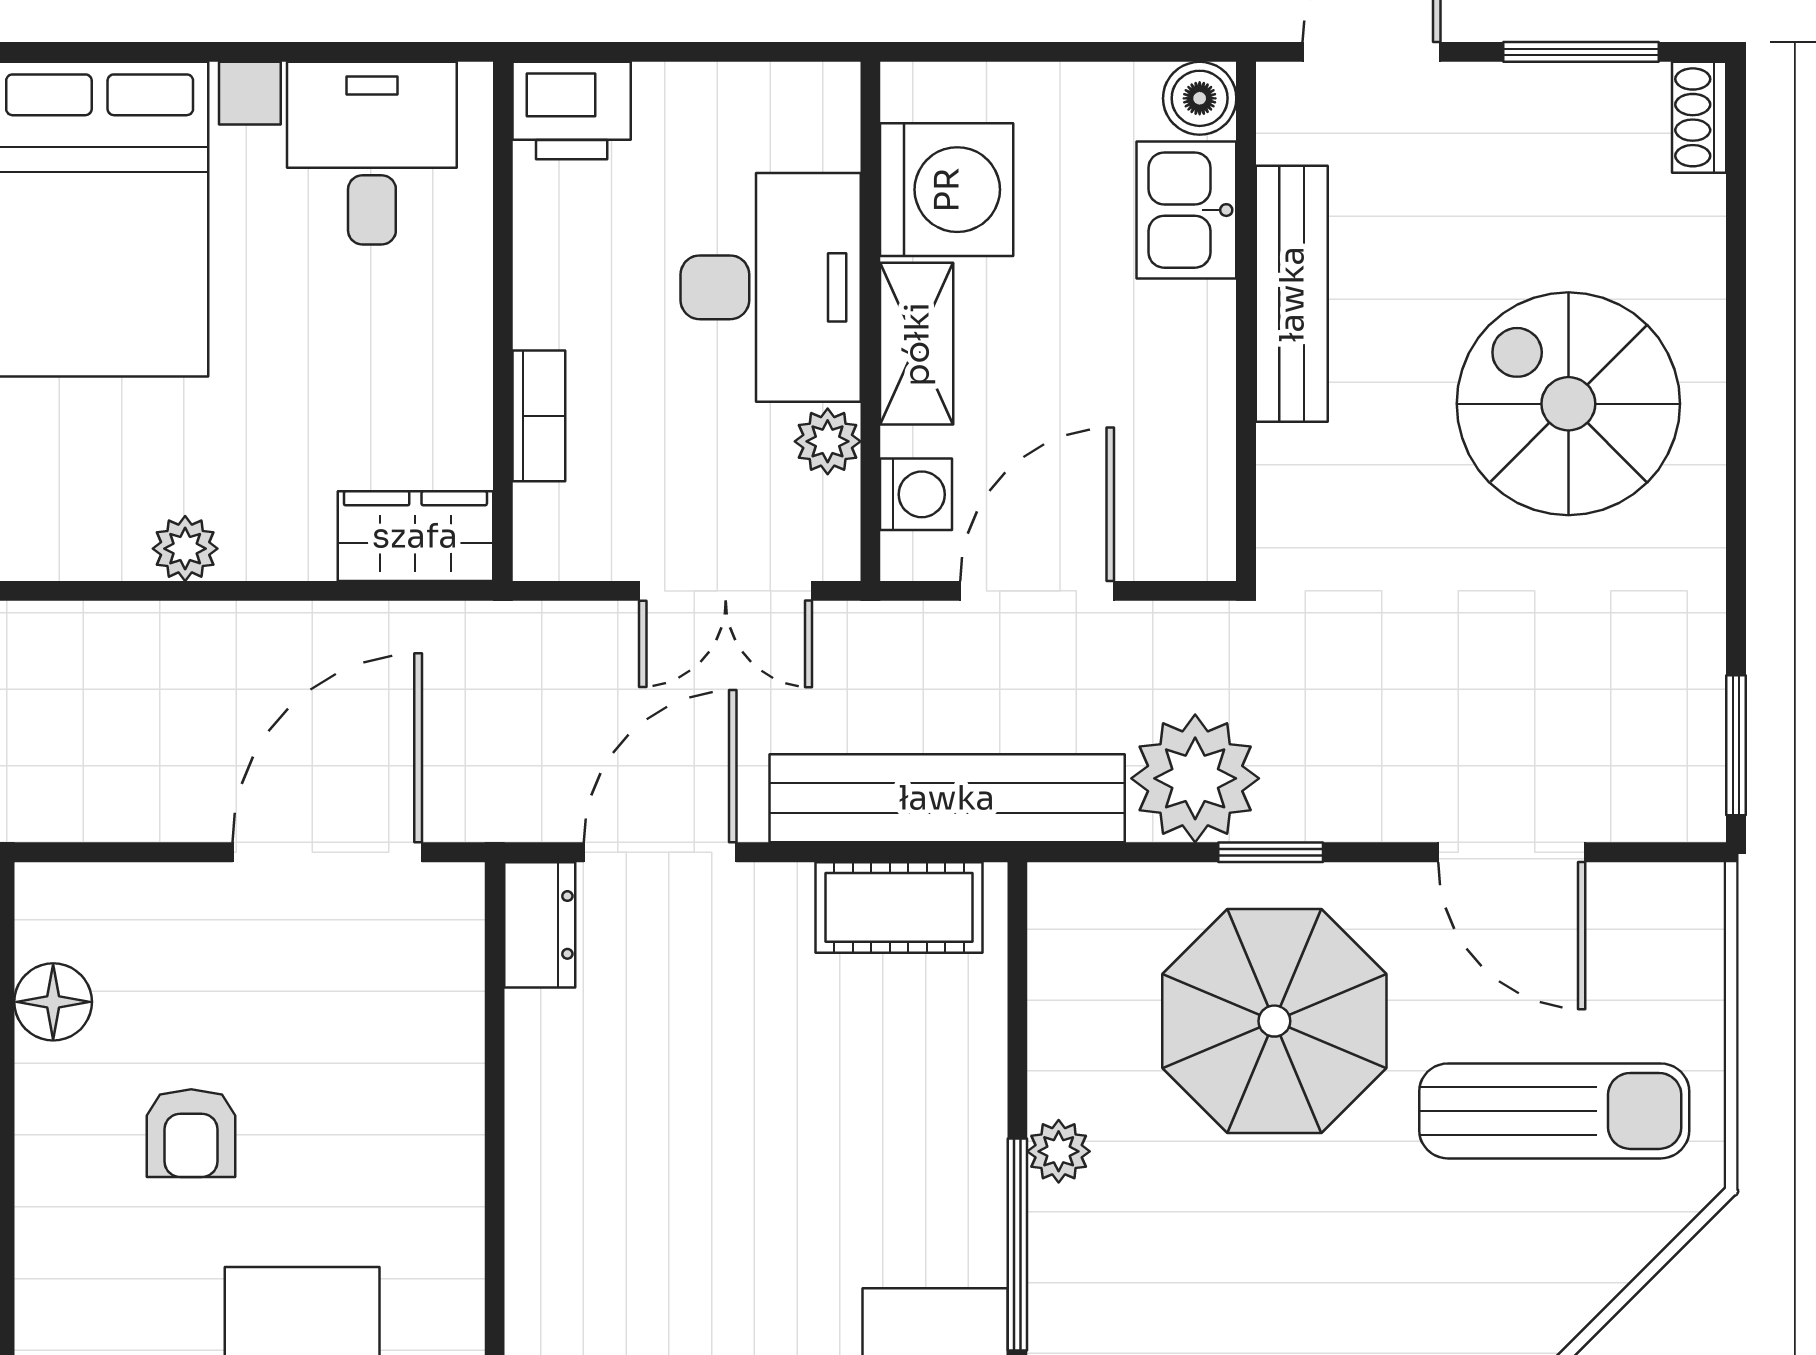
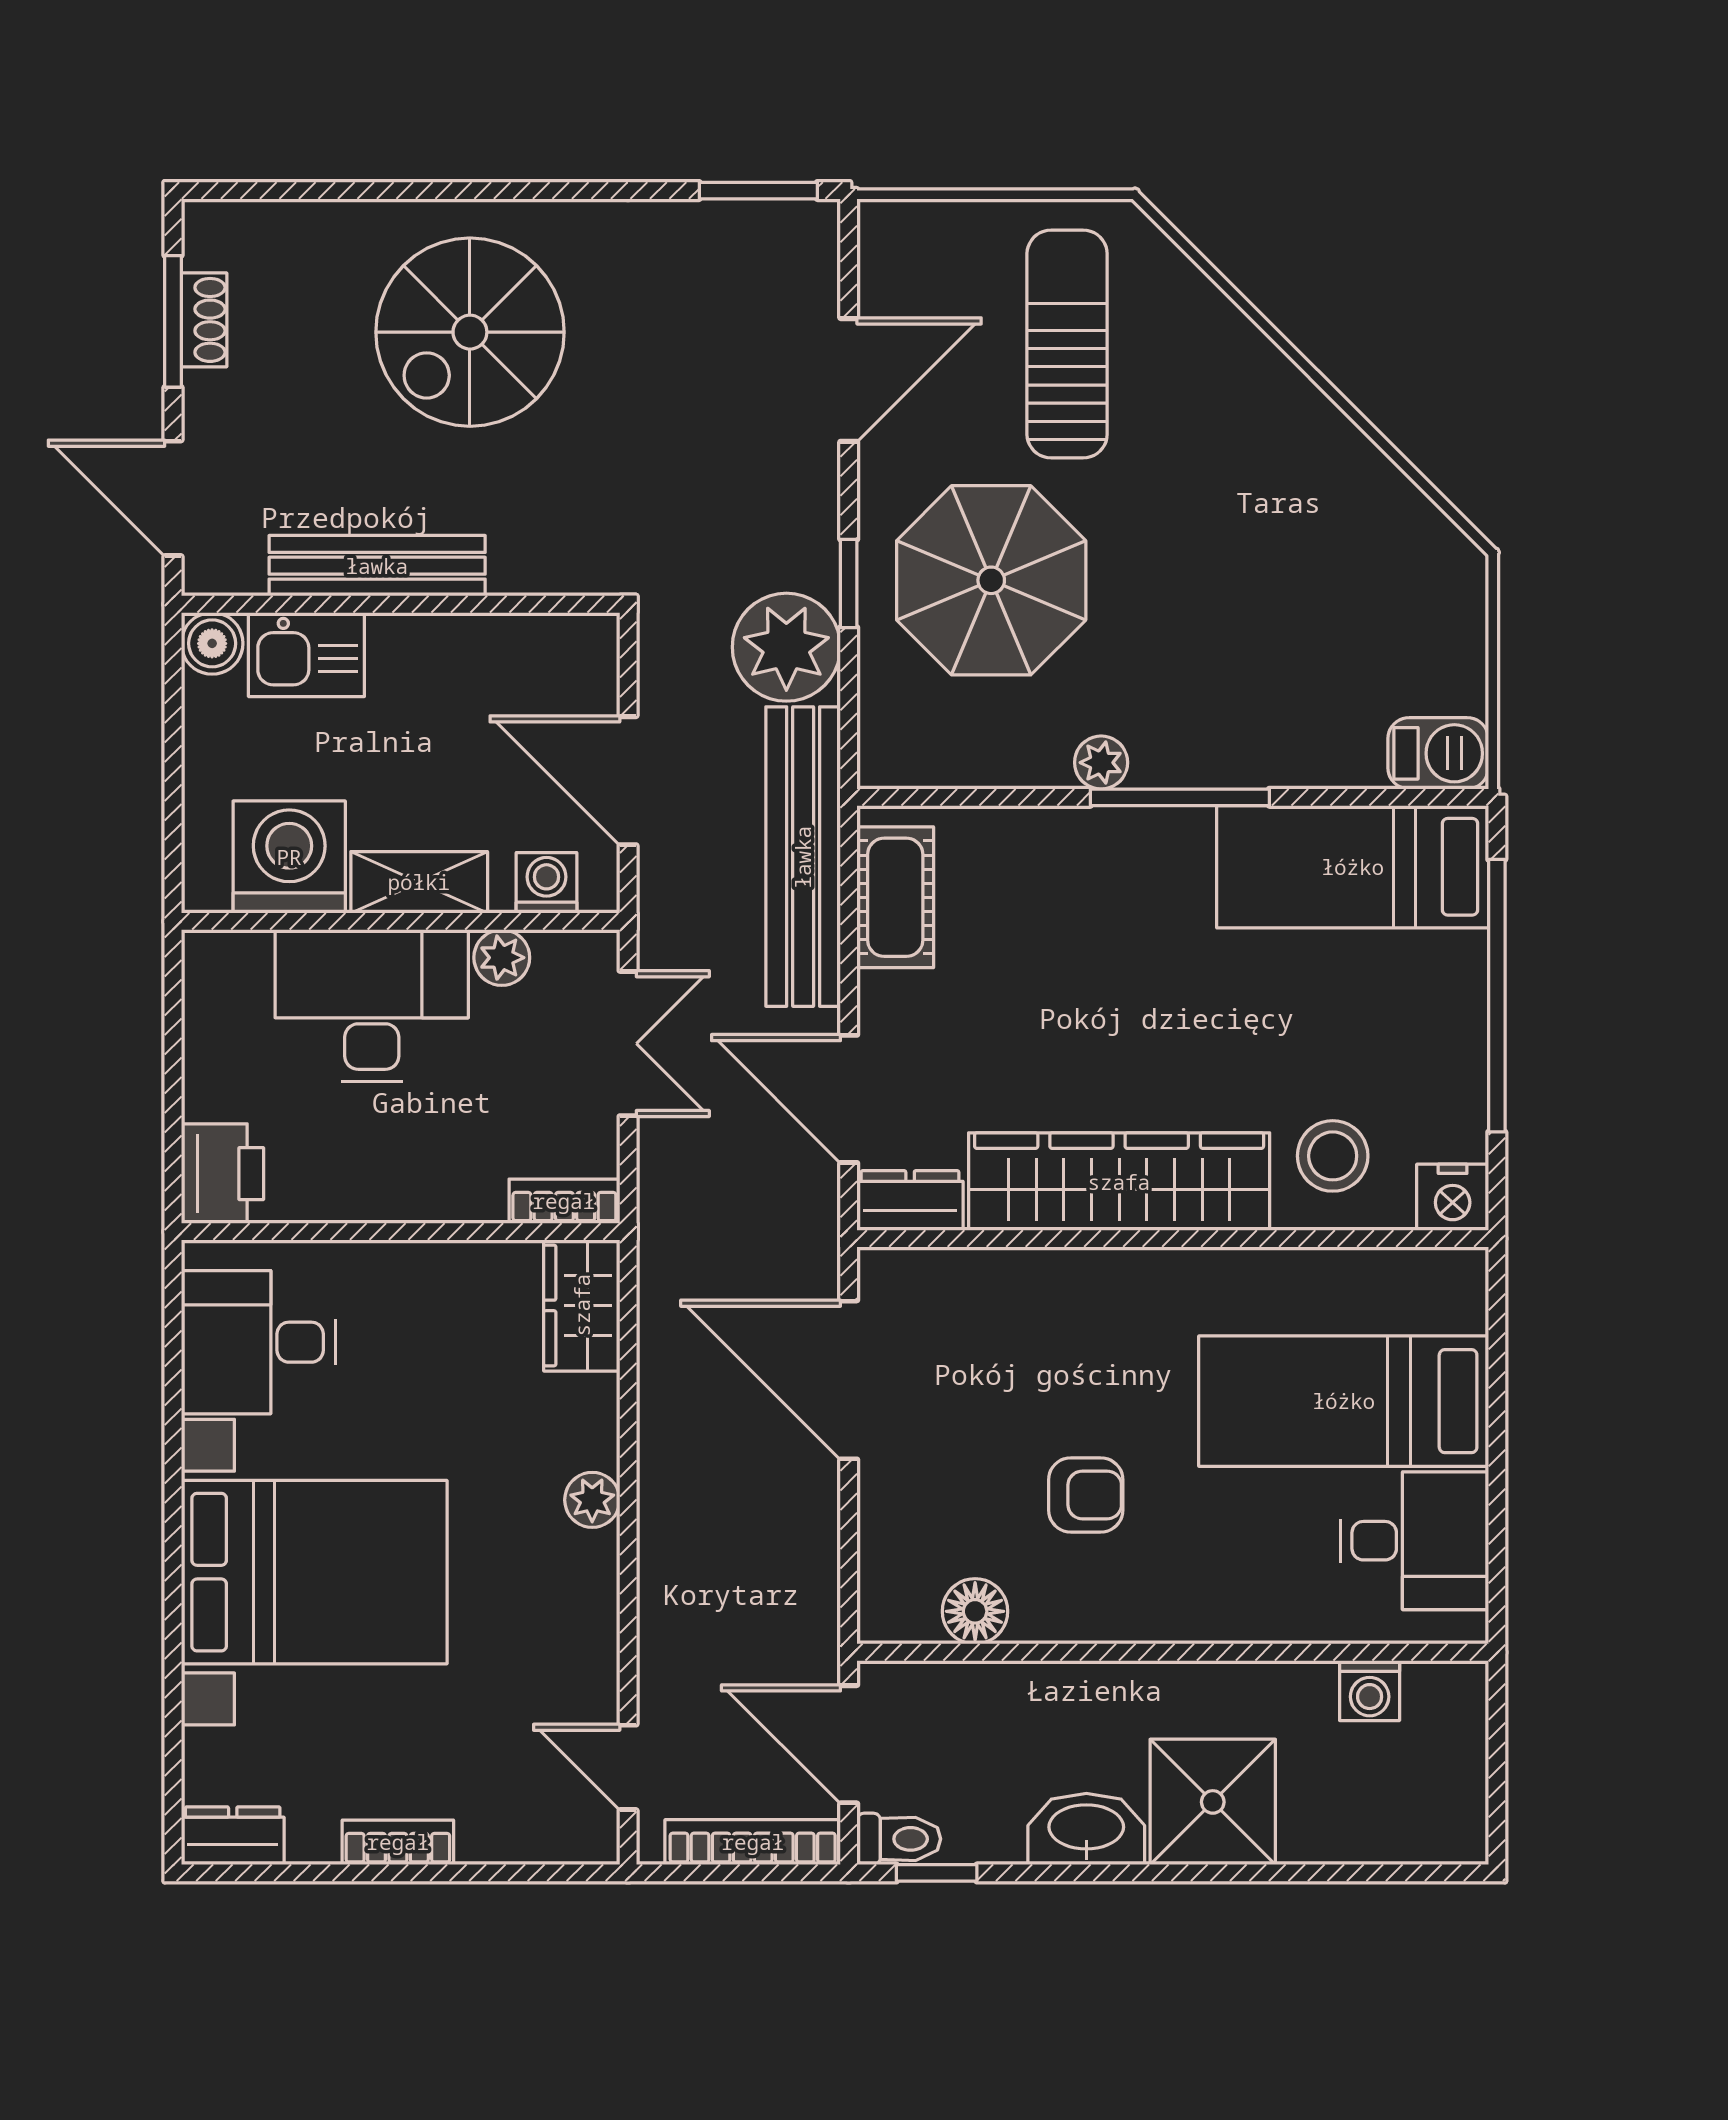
shoe rack: (1699, 117) -> (204, 320), moved, turned -90
bookcase: (539, 416) -> (564, 1201), moved
wardrobe: (562, 1173) -> (1119, 1182), added

